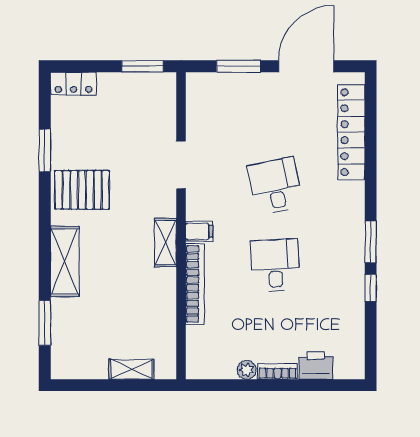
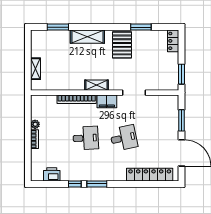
filing cabinet: (199, 231) -> (107, 101), width x2.00
printer: (316, 365) -> (52, 174), moved, turned -90

